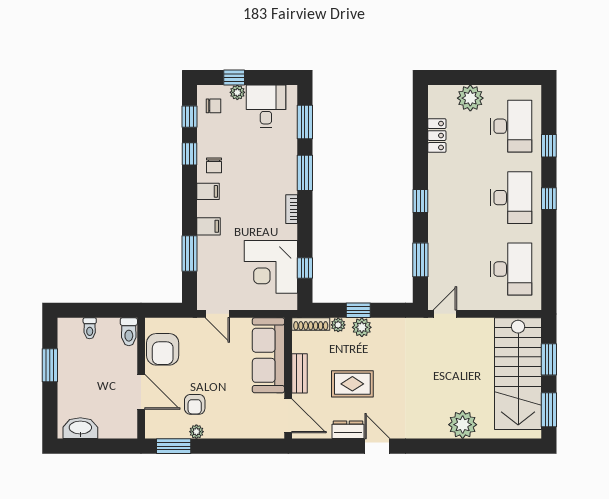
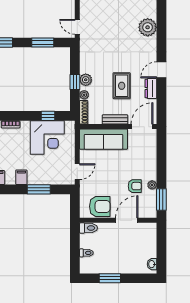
plant: (463, 425) -> (148, 27), moved
washbasin: (80, 428) -> (152, 264), width x0.52, depth x0.69

